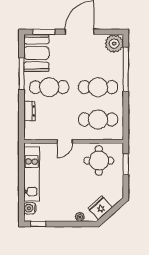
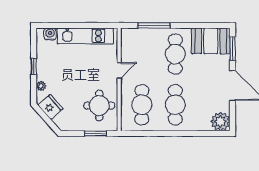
window: (126, 69) -> (194, 133), removed
window: (21, 74) -> (154, 25), moved
dresser: (29, 111) -> (151, 34), removed
door: (65, 141) -> (119, 70), swing flipped
window: (38, 224) -> (34, 66), moved

